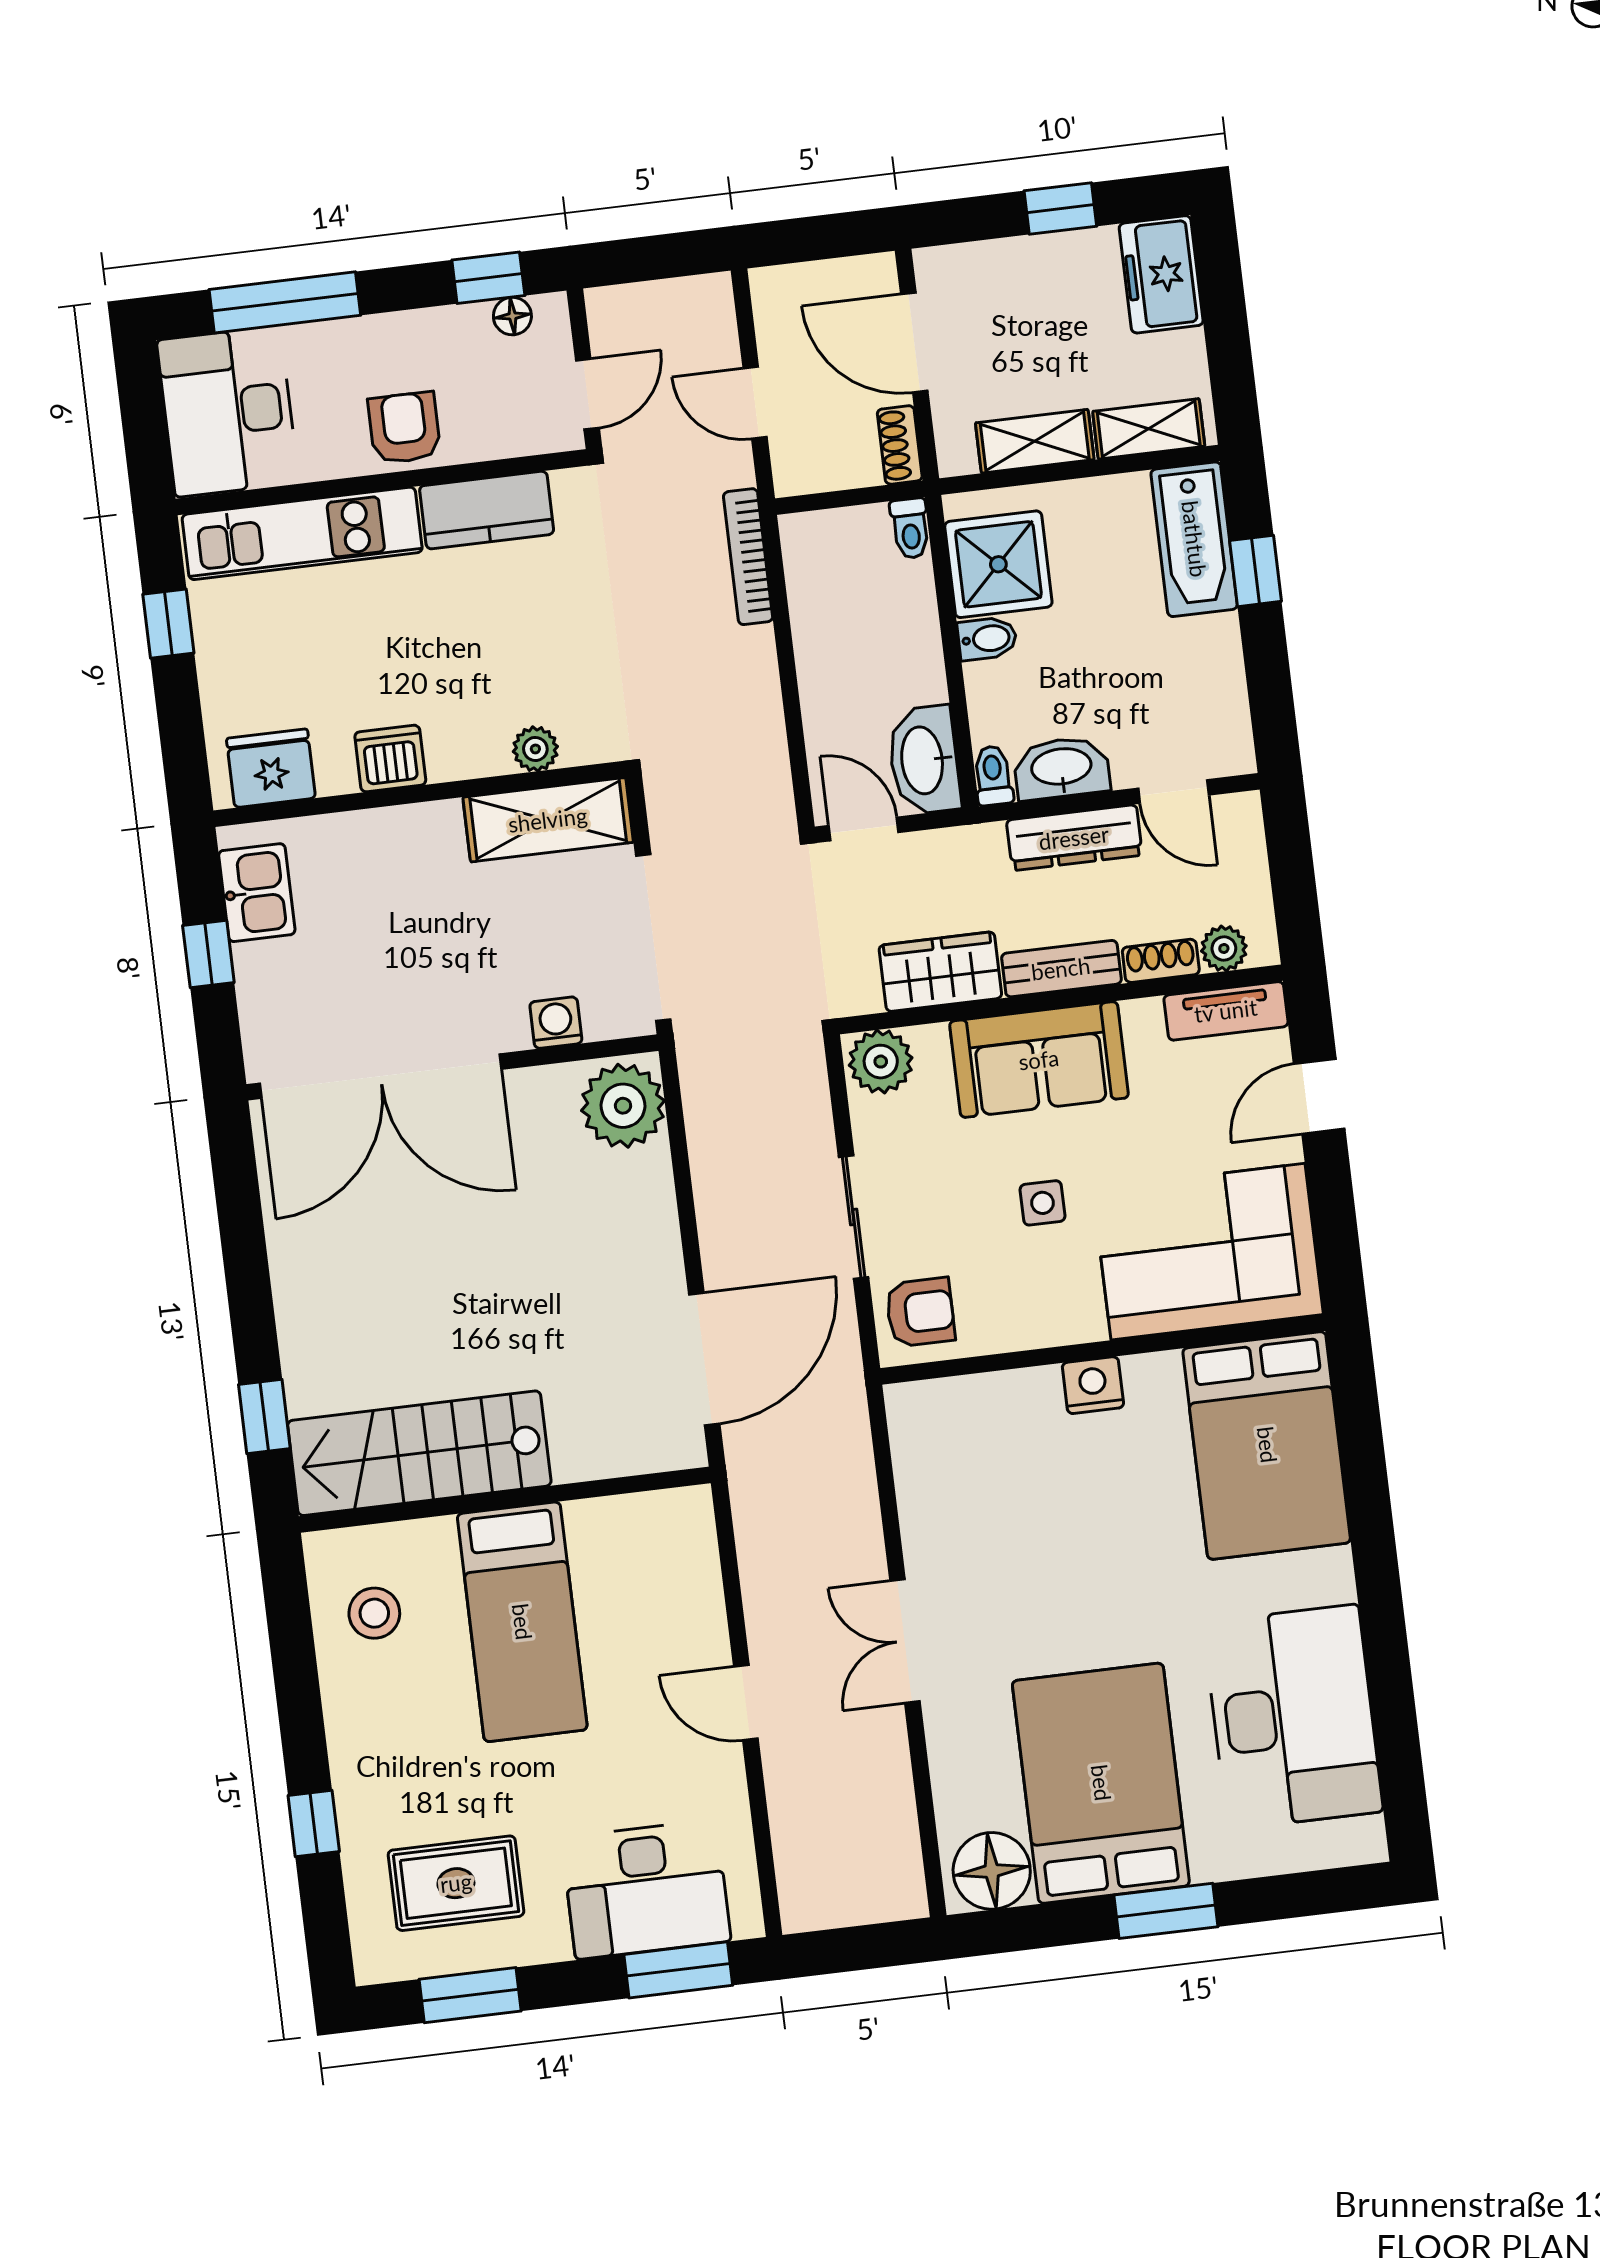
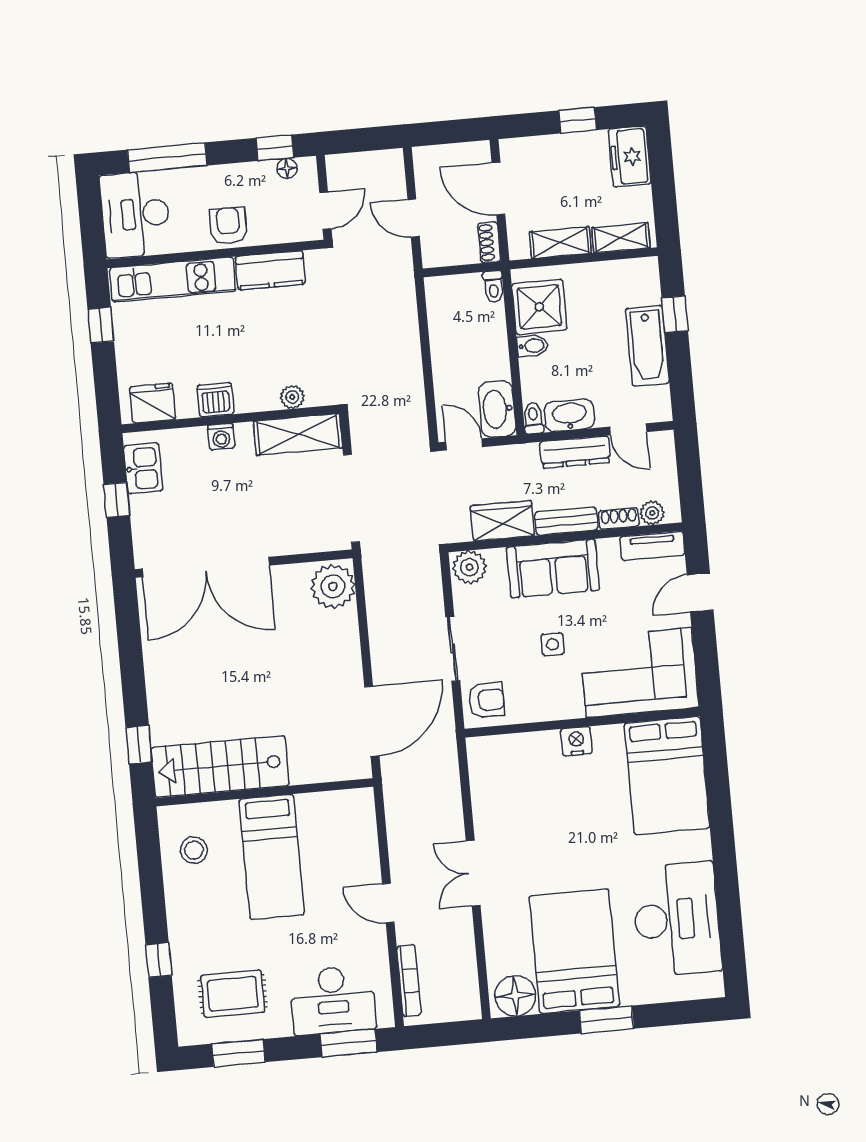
bathtub: (1194, 539) -> (647, 346), moved
bookcase: (748, 557) -> (409, 980), moved, turned 180
washing machine: (556, 1023) -> (221, 437), moved, turned 180

